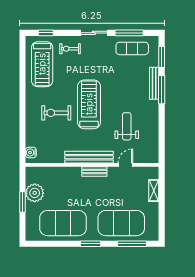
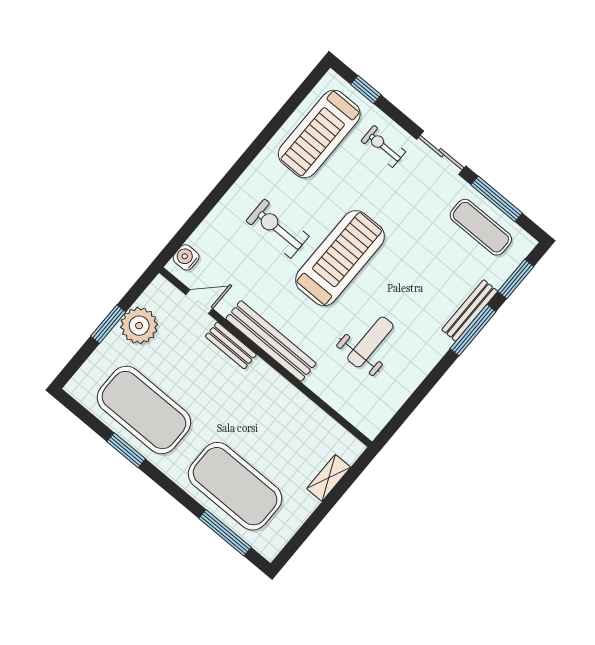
door: (125, 165) -> (199, 302), moved
bench: (94, 171) -> (231, 345), moved
window: (91, 244) -> (126, 450), moved

